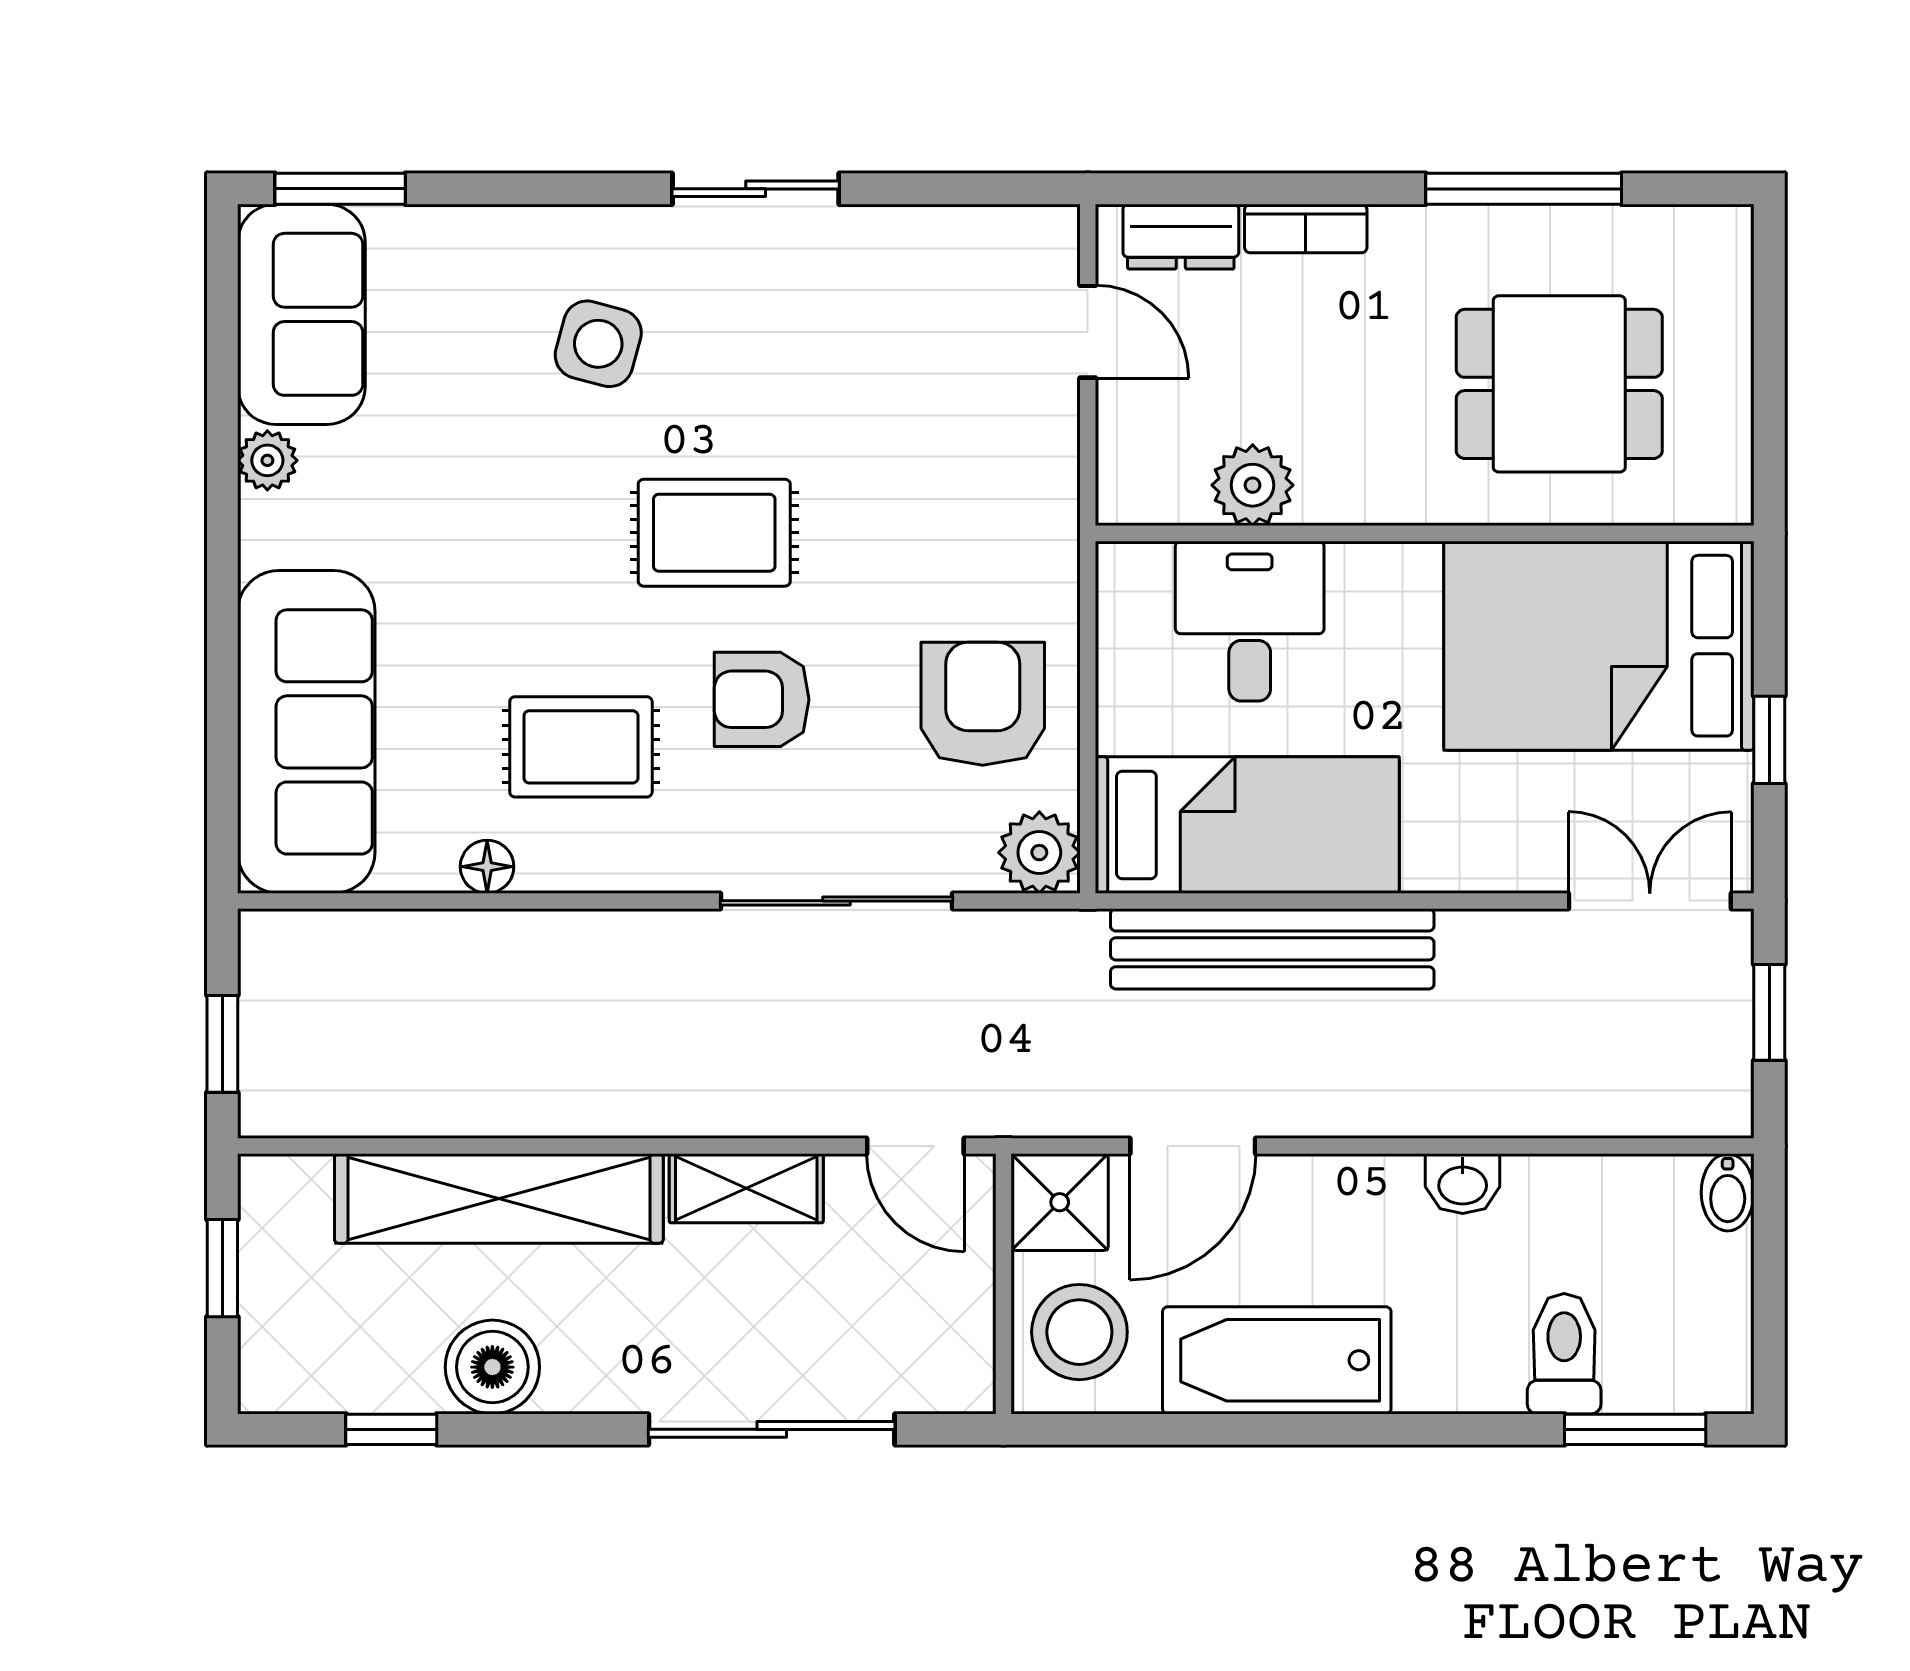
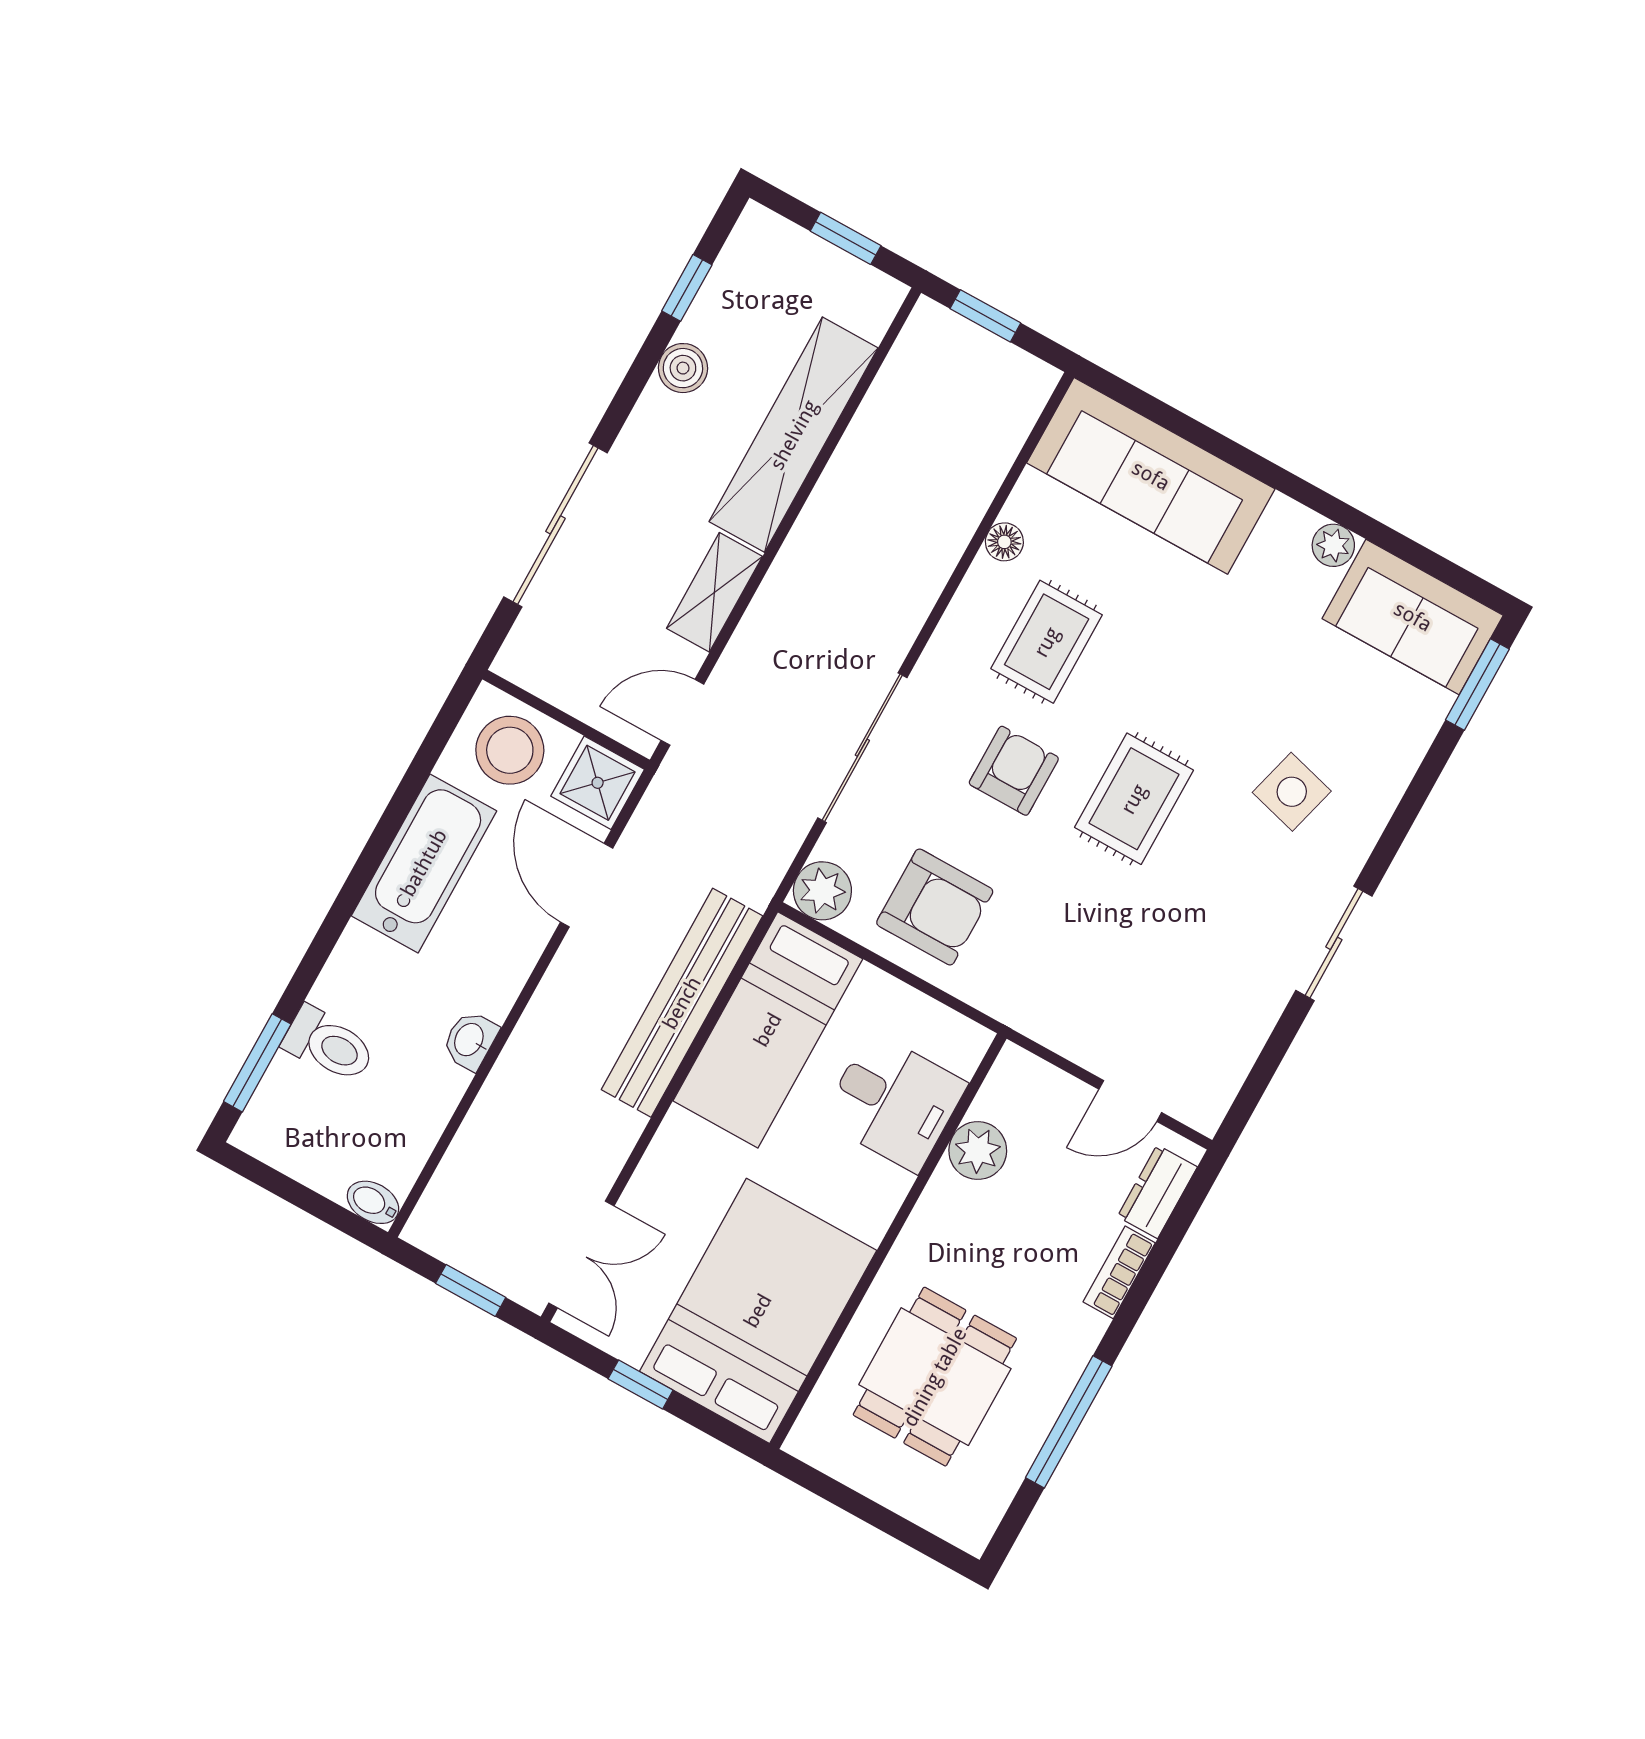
boiler: (492, 1367) -> (683, 368), width x0.73, depth x0.73

